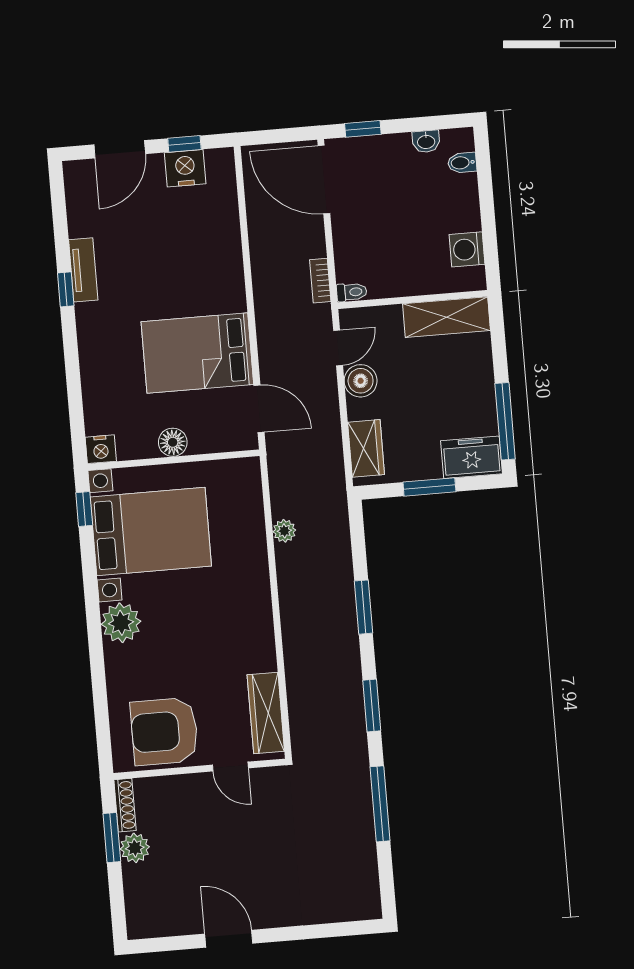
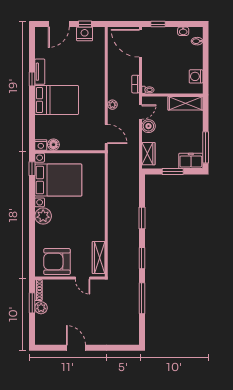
bed: (197, 353) -> (57, 100), moved, turned 180
floor lamp: (173, 442) -> (53, 145), moved
plant: (284, 531) -> (112, 105), moved

